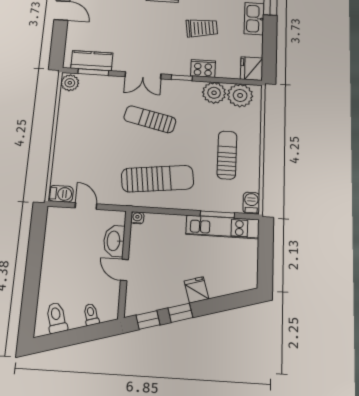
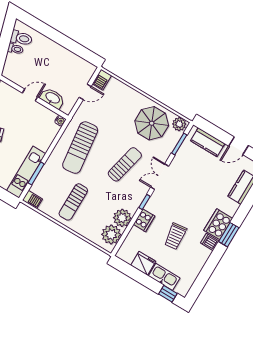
kitchen counter: (92, 61) -> (208, 142), moved, turned 90
fridge: (252, 69) -> (143, 263), moved
parasol: (85, 113) -> (152, 123), added
sun lounger: (227, 155) -> (73, 202), turned 90
toilet: (91, 314) -> (15, 49), moved

